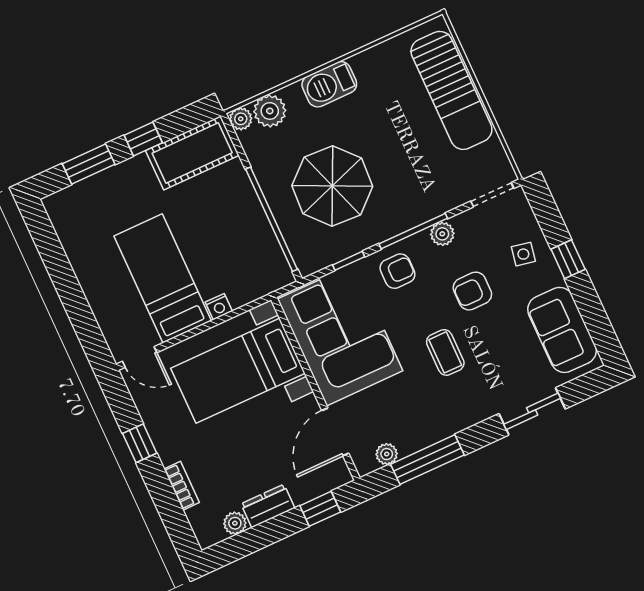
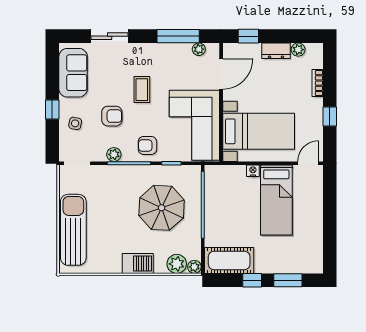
door: (140, 357) -> (308, 163), hinge flipped

